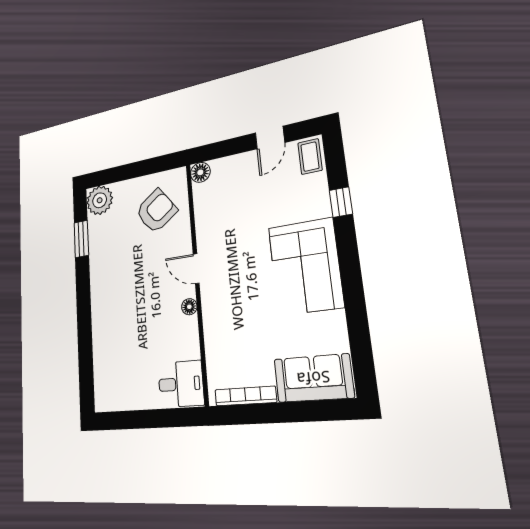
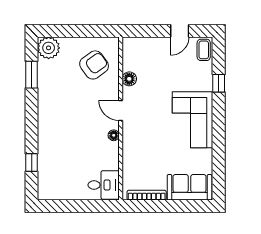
floor lamp: (200, 172) -> (129, 79), moved
window: (86, 358) -> (32, 162), added

